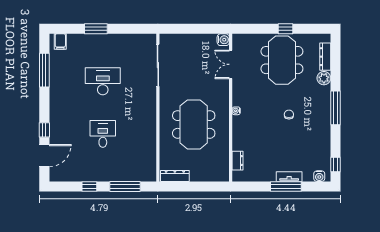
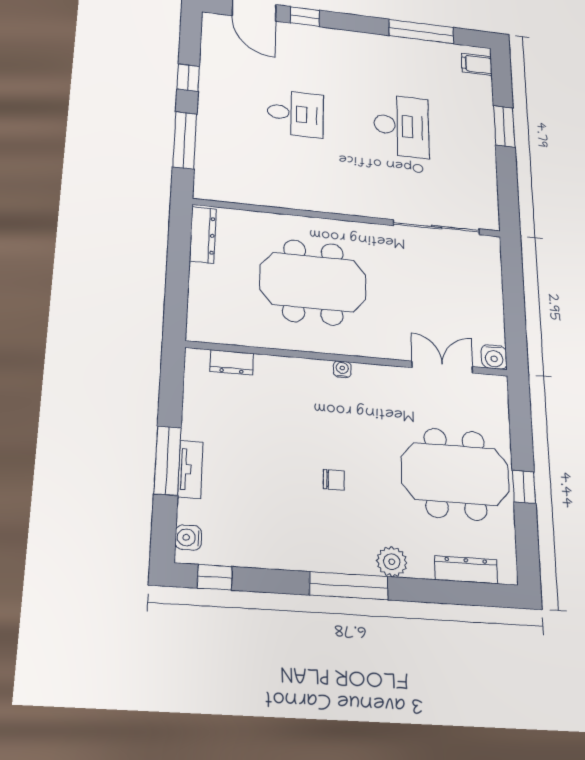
plant: (324, 78) -> (392, 562), moved

